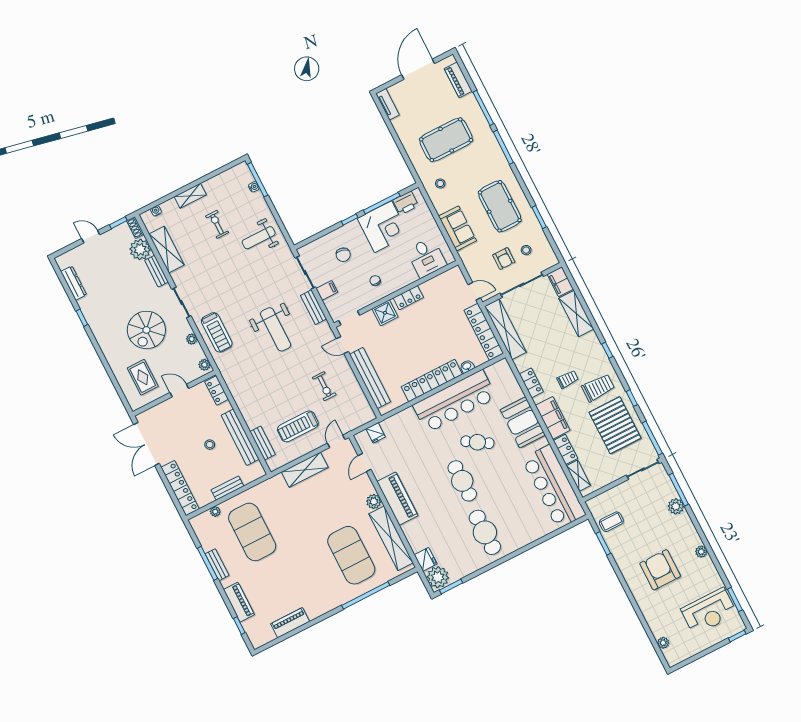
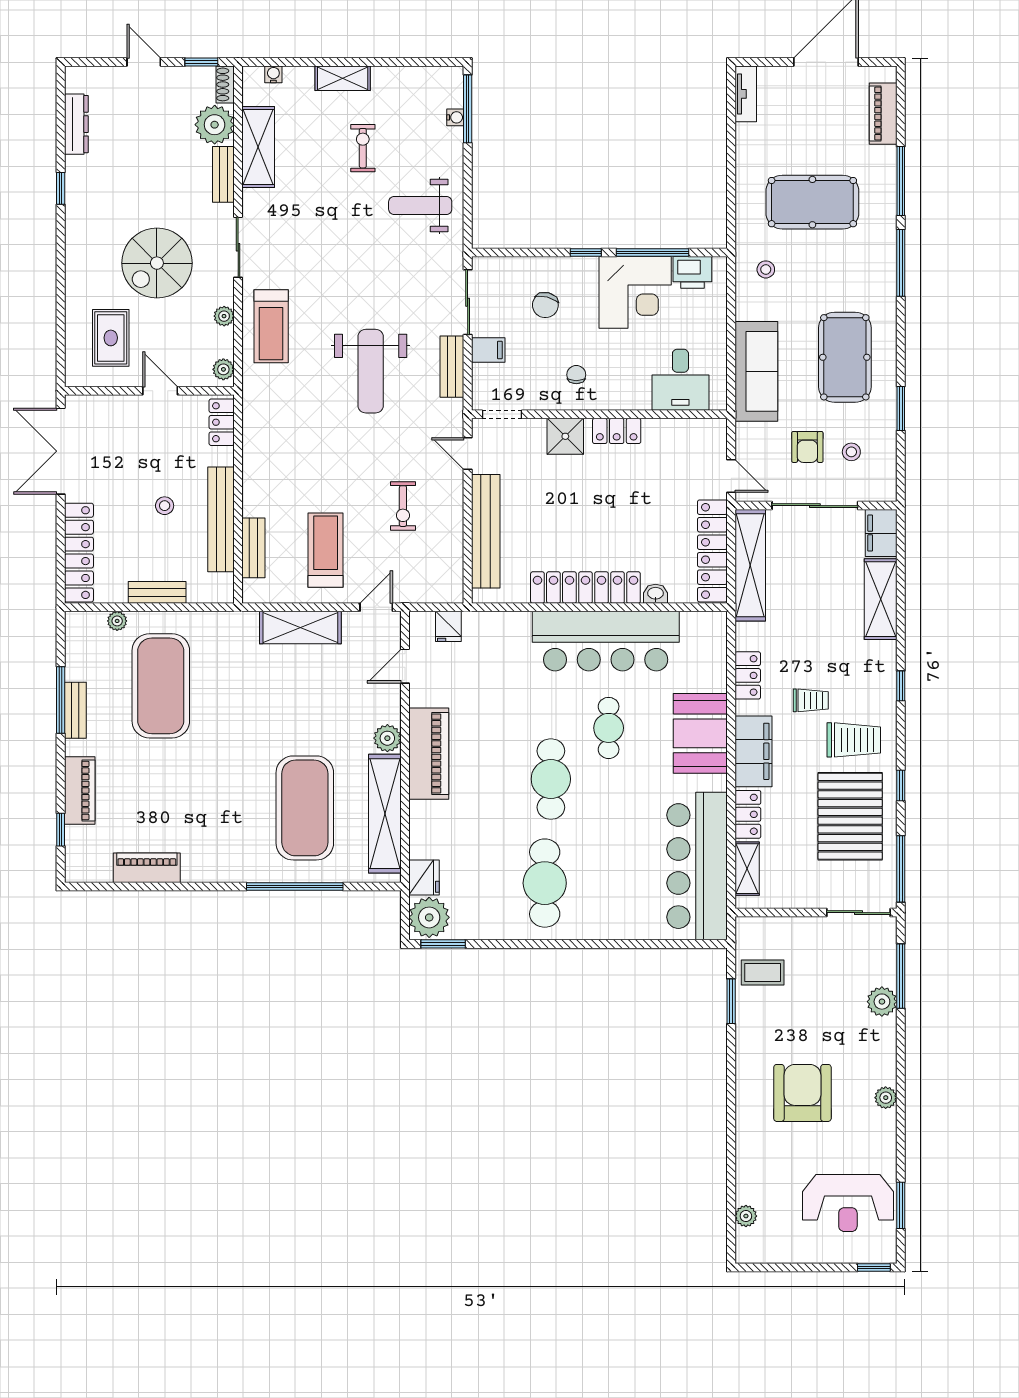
sofa: (457, 228) -> (756, 371), width x1.36
treadmill: (298, 426) -> (326, 550), turned 90
cafe table: (477, 442) -> (609, 728), turned 58

